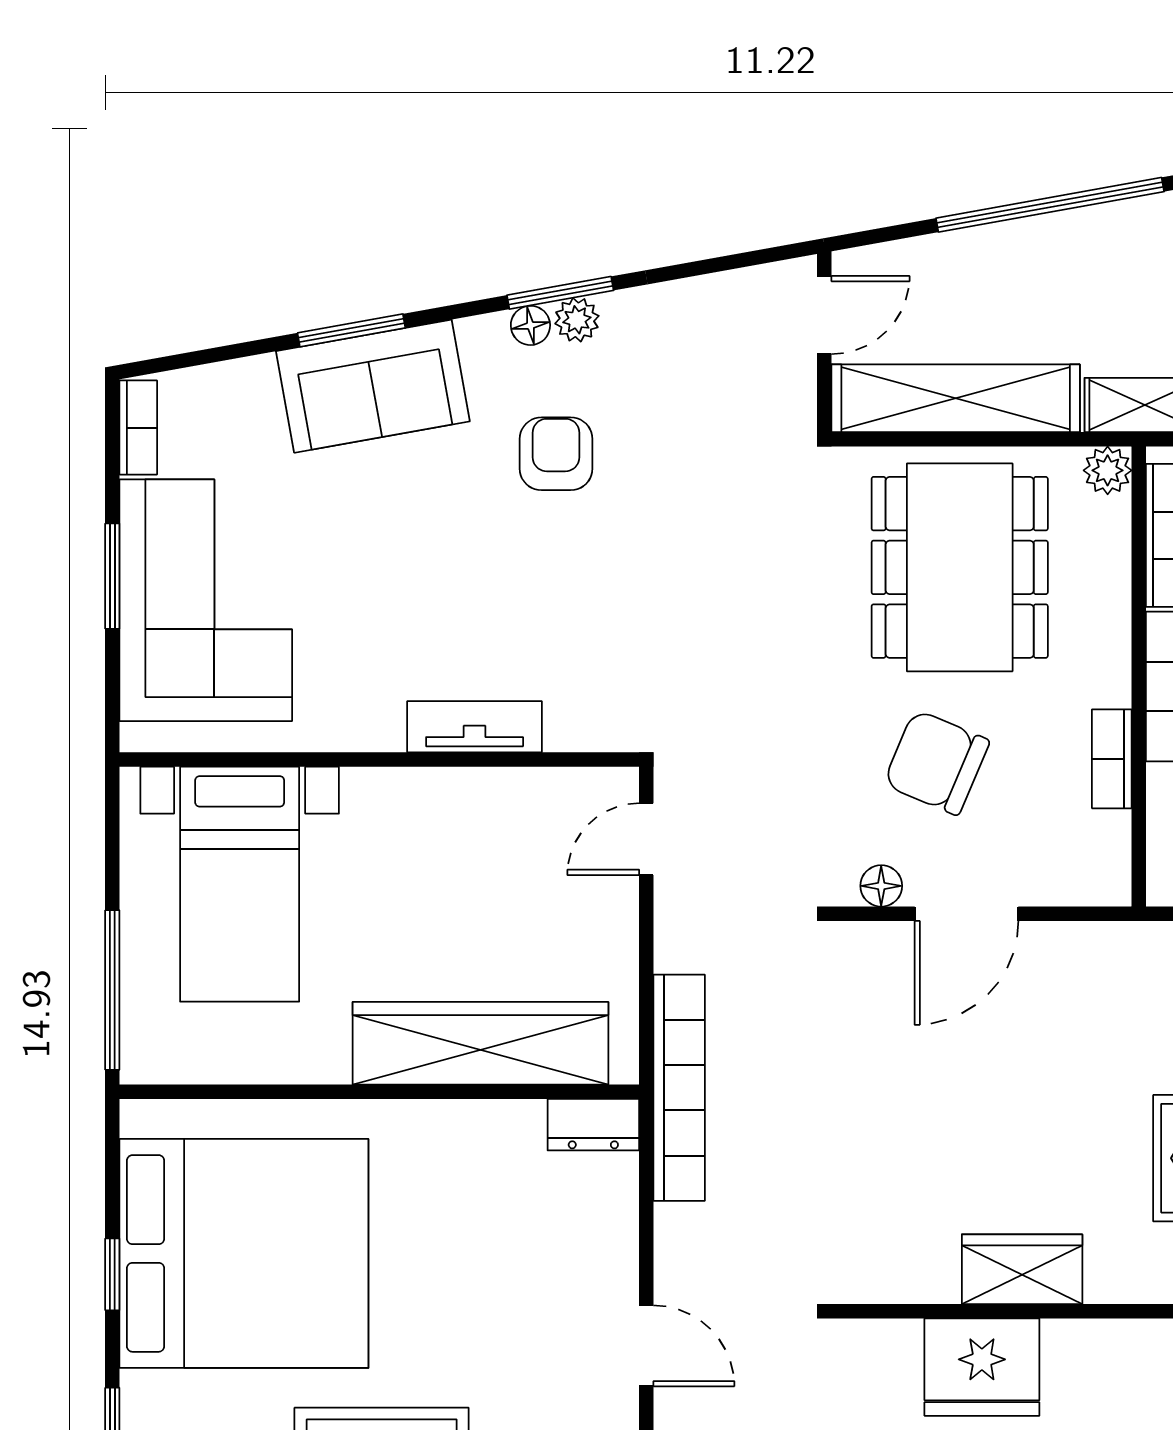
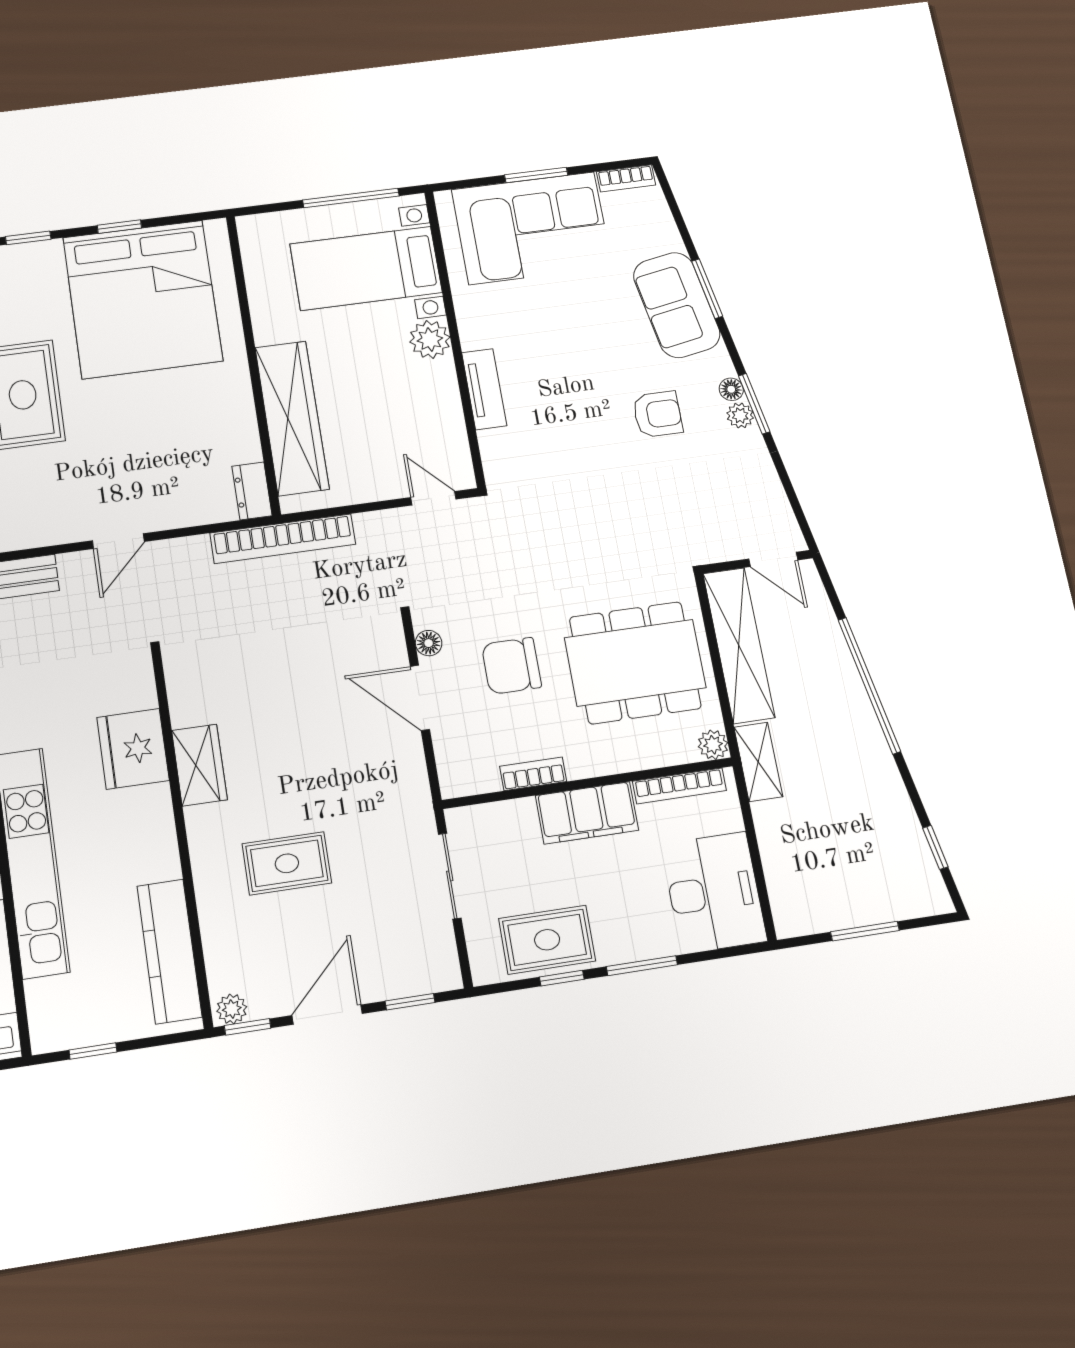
chair: (936, 762) -> (511, 666), turned -113
plant: (377, 800) -> (430, 339), added
window: (112, 990) -> (351, 198), moved

